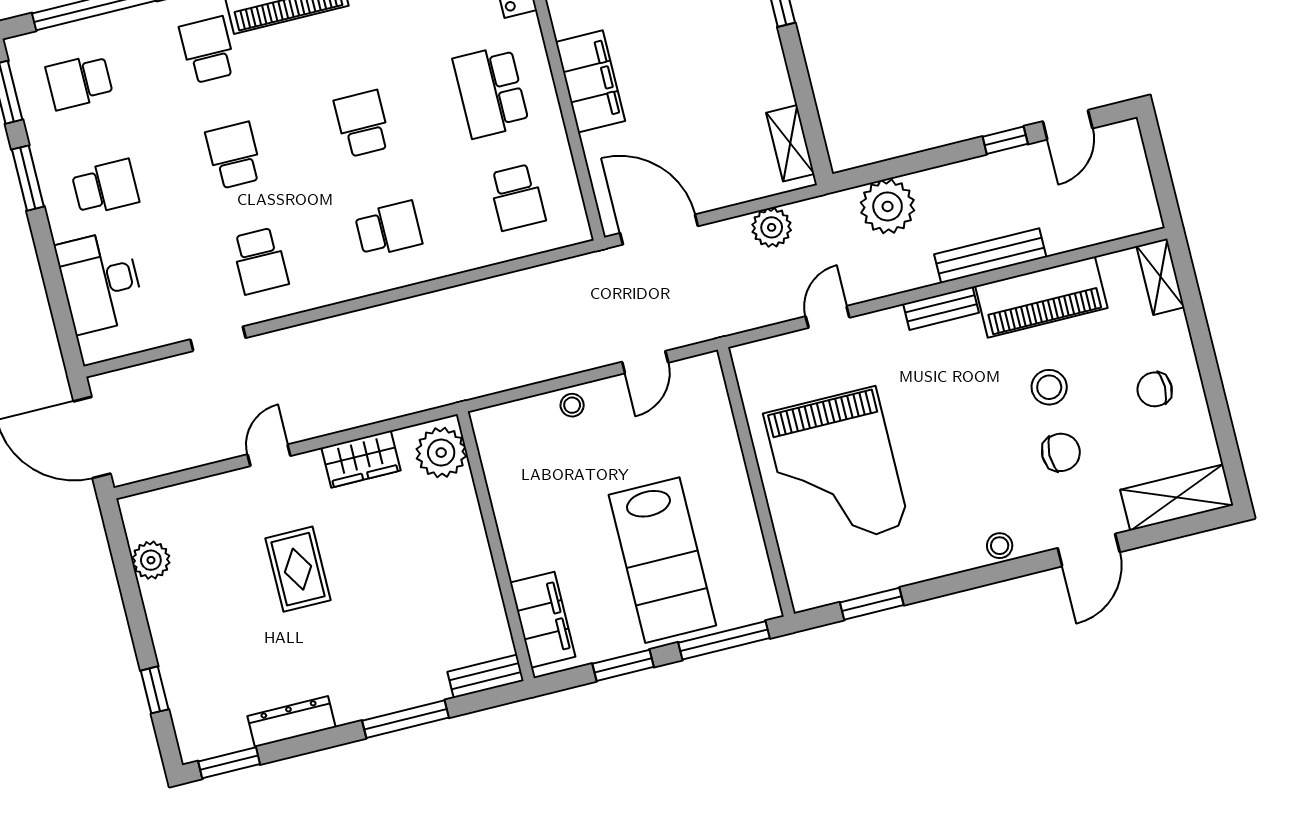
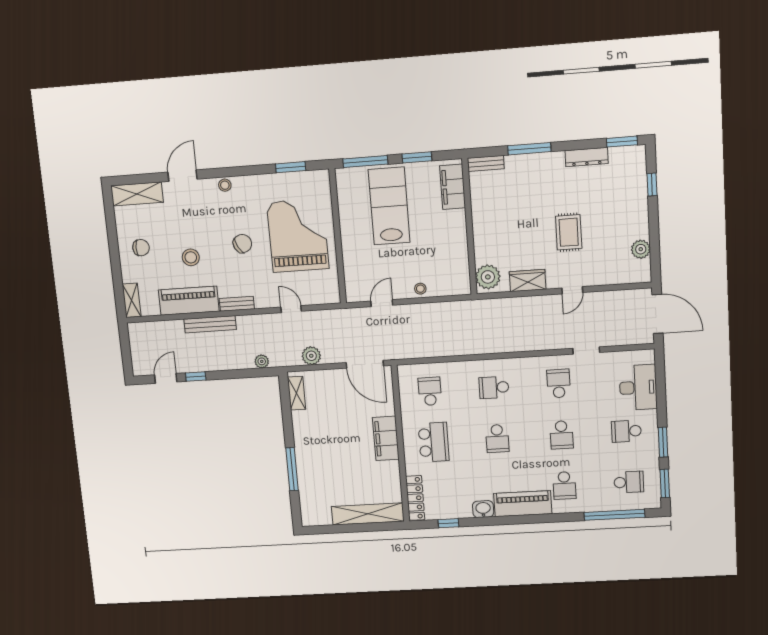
plant: (888, 206) -> (262, 361), width x0.53, depth x0.53
door: (828, 317) -> (291, 309), swing flipped
chair: (1061, 452) -> (242, 244), moved, turned 152

